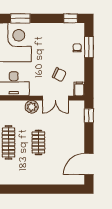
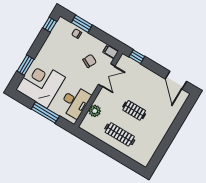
plant: (32, 107) -> (95, 111), moved

